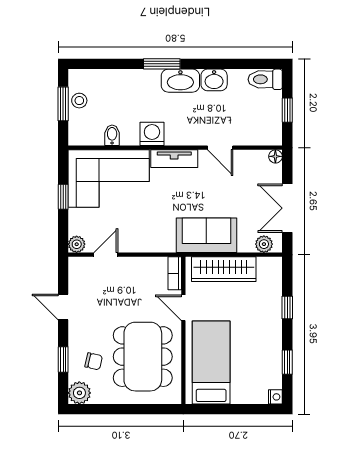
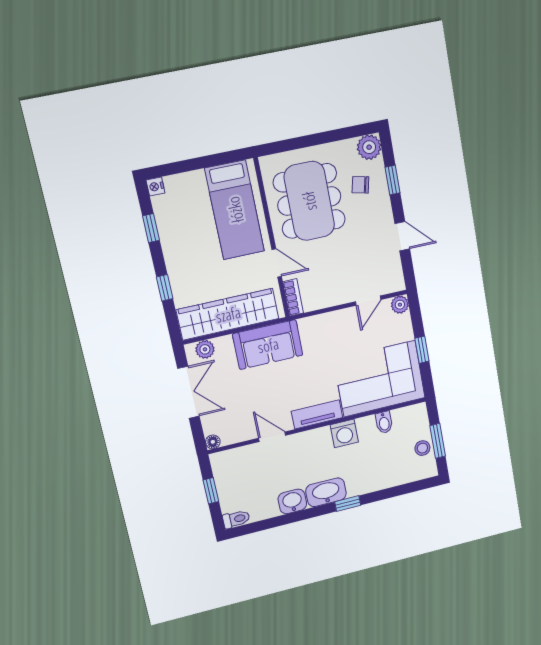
window: (162, 64) -> (348, 504), width x0.67
toilet: (265, 79) -> (236, 519), width x0.73, depth x0.72
wardrobe: (224, 269) -> (228, 314), width x1.40, depth x1.17

